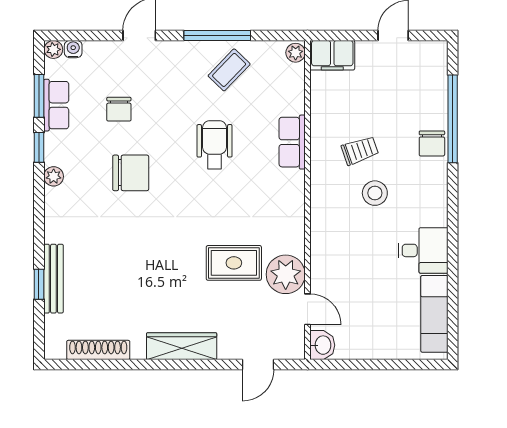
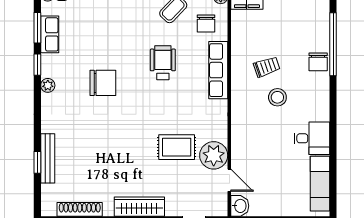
chair: (119, 109) -> (206, 24), moved
row of seats: (292, 142) -> (218, 70), width x1.48

